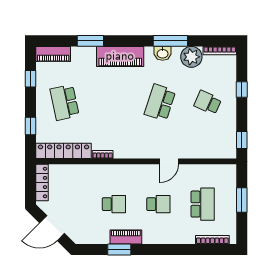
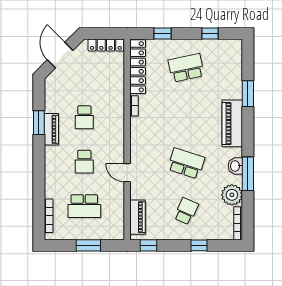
piano: (53, 54) -> (138, 217), moved, turned 180

